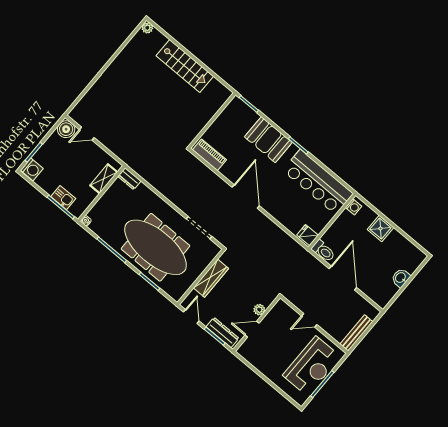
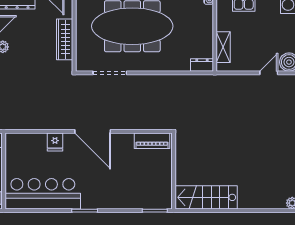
stairs: (185, 66) -> (206, 197), moved
booth: (268, 140) -> (114, 194), removed
fridge: (308, 235) -> (55, 142), moved, turned 90

